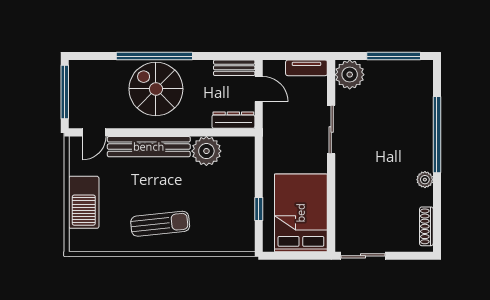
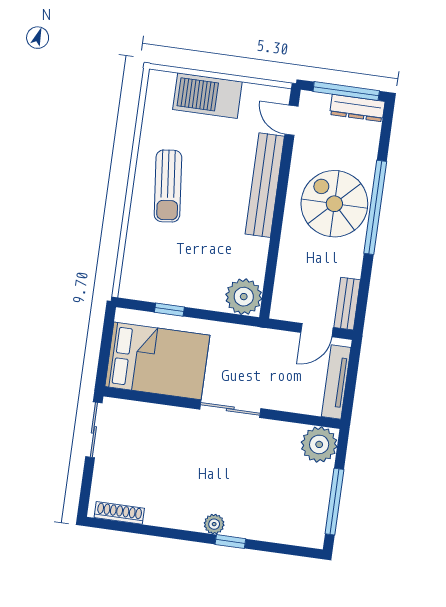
tv unit: (306, 68) -> (336, 382), width x1.41
spiral stairs: (156, 89) -> (334, 204), turned -90
dresser: (233, 120) -> (357, 108), moved, turned 90
sliding door: (331, 130) -> (230, 409), moved
window: (437, 135) -> (230, 542), width x0.32
plant: (206, 151) -> (244, 297), moved
plant: (425, 180) -> (214, 524), moved

